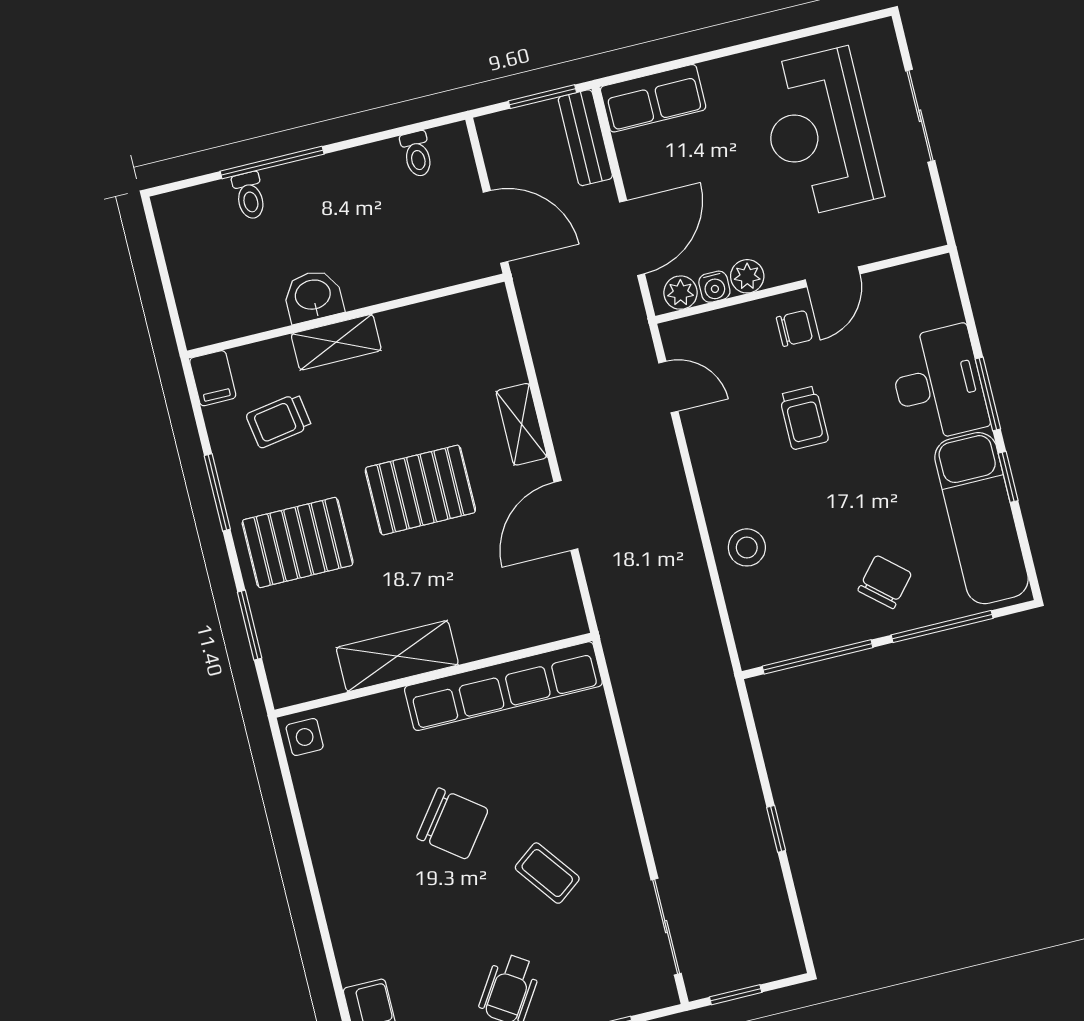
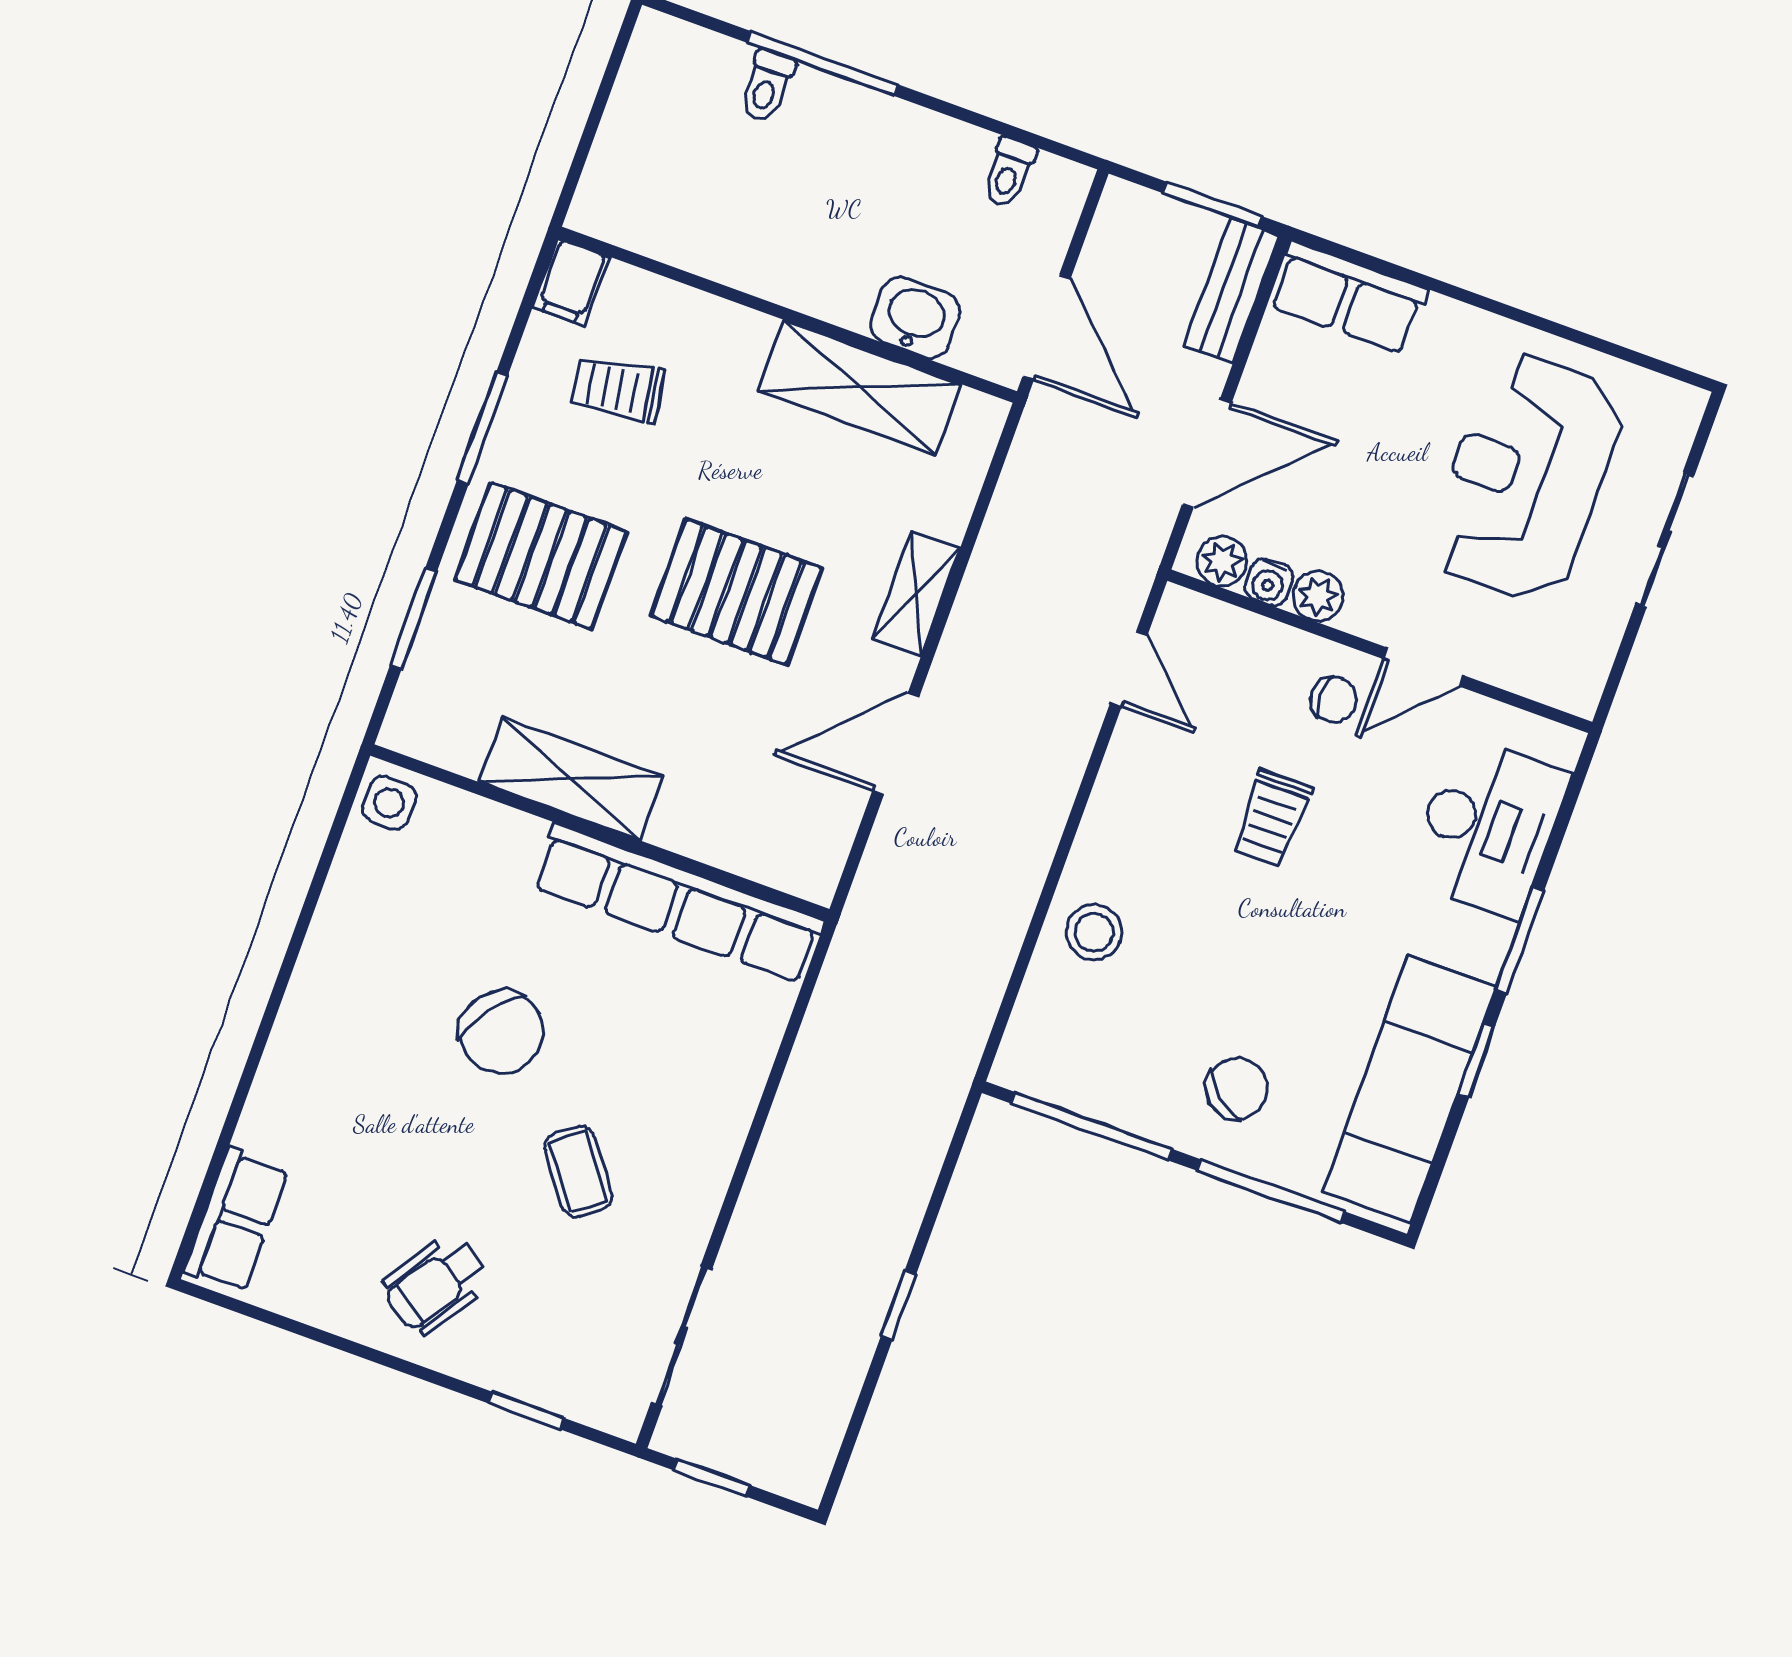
washbasin: (313, 296) -> (915, 318), moved
shelving: (336, 342) -> (859, 387), moved, width x1.50, depth x1.33
desk: (938, 384) -> (1488, 827), moved

